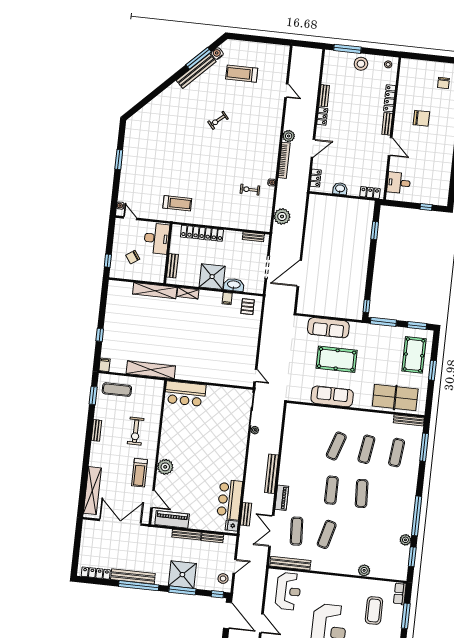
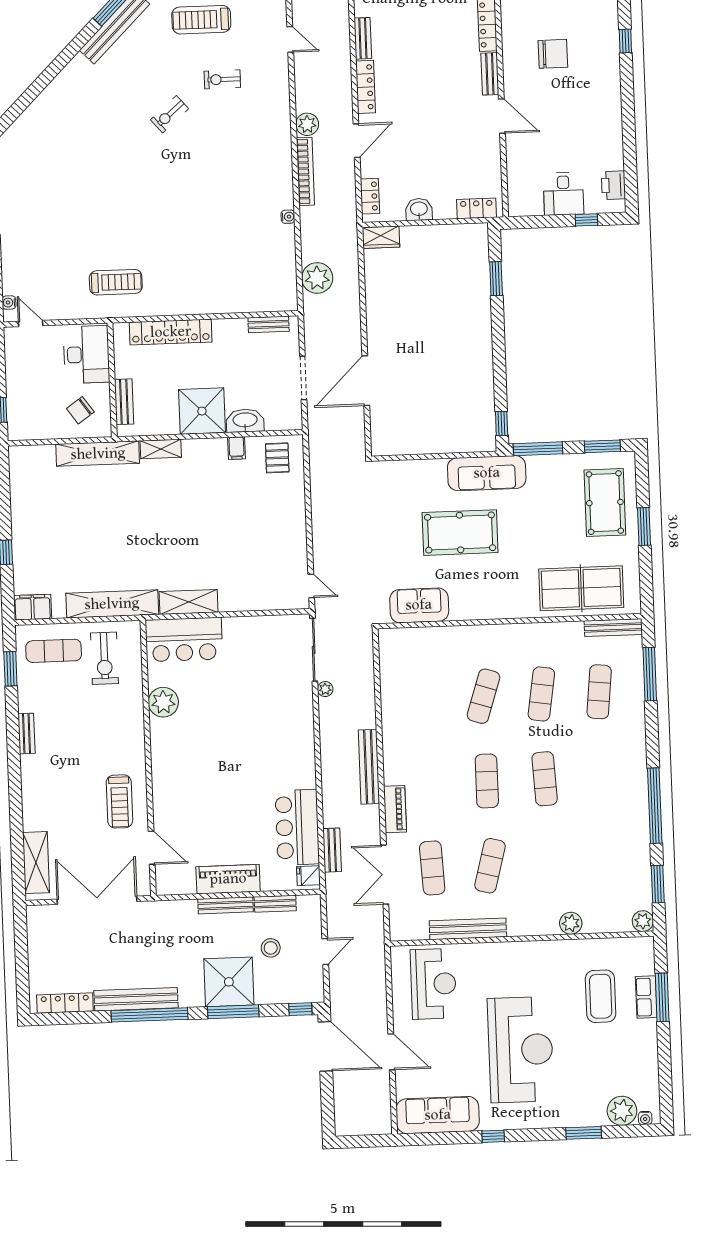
locker: (322, 116) -> (366, 87), width x1.53
desk: (399, 183) -> (564, 194), moved, turned -90
exercise bike: (250, 190) -> (222, 79), moved
printer: (443, 191) -> (613, 185), added
wardrobe: (318, 200) -> (381, 237), added
chair: (133, 257) -> (80, 410), moved
sofa: (328, 328) -> (487, 473), moved
filing cabinet: (104, 365) -> (33, 607), width x2.00
shelving: (191, 375) -> (189, 602), added
sofa: (332, 396) -> (419, 605), moved, width x0.73
exercise bike: (136, 431) -> (104, 658), moved
plant: (165, 467) -> (163, 702), moved
shelving: (92, 491) -> (36, 863), width x0.68
piano: (172, 519) -> (228, 879), moved
plant: (405, 540) -> (643, 921), moved
bench: (290, 563) -> (468, 929), moved
stool: (223, 579) -> (271, 948), moved
row of seats: (400, 594) -> (646, 997), moved

